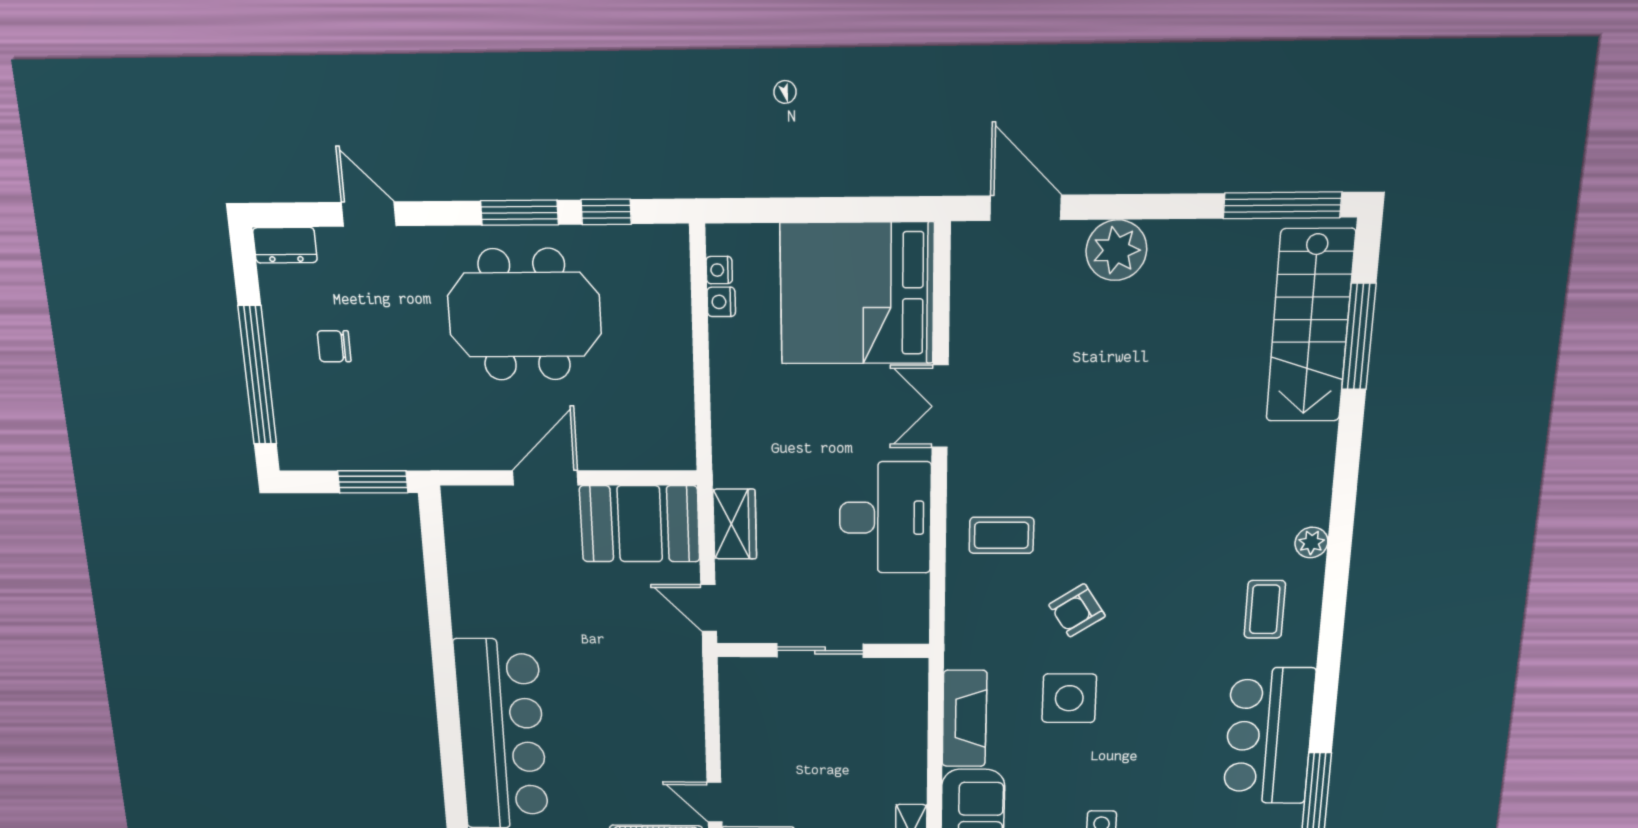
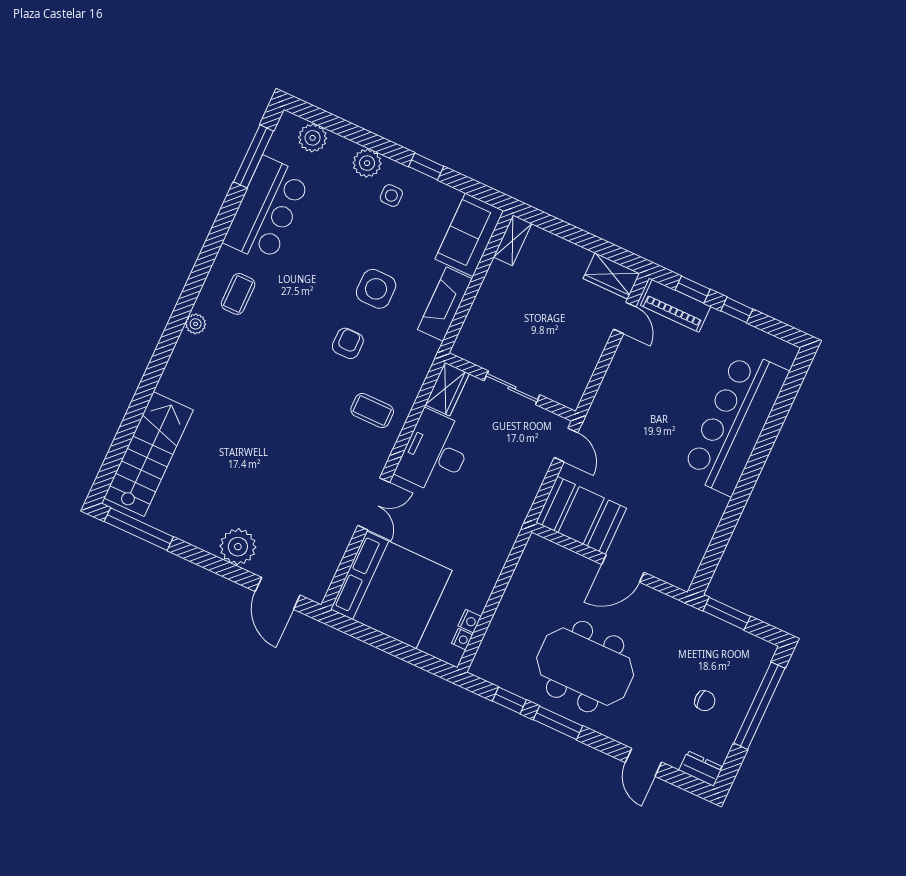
window: (1359, 337) -> (125, 435), removed
wardrobe: (735, 524) -> (447, 389), moved, turned 180
armchair: (1077, 610) -> (348, 343), turned -57

